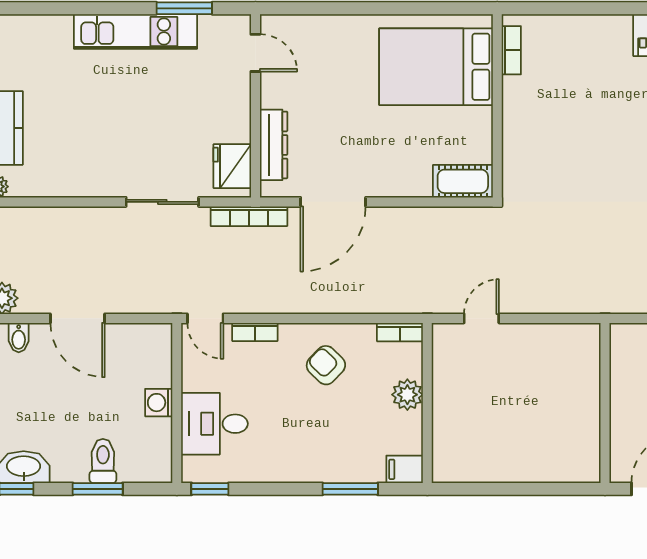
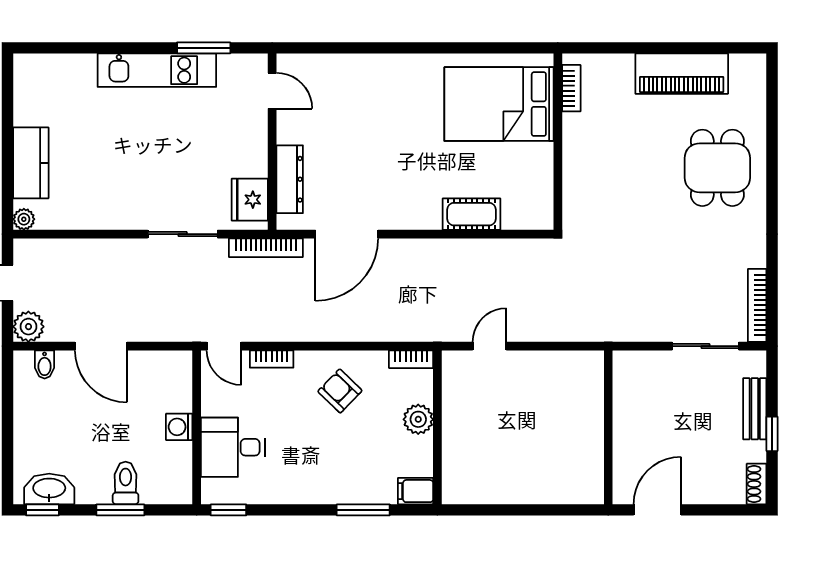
bookcase: (511, 50) -> (571, 88), moved
bed: (436, 67) -> (499, 104), moved
wall: (497, 106) -> (558, 142), moved

